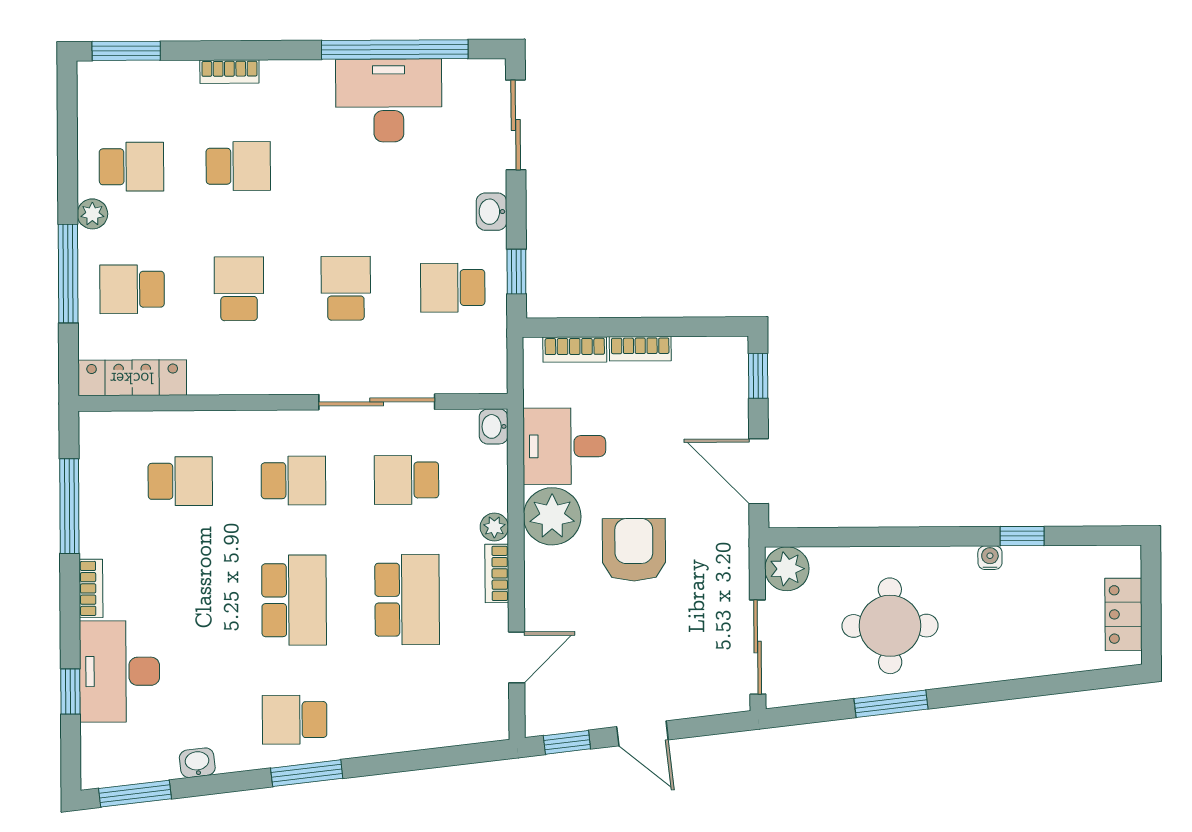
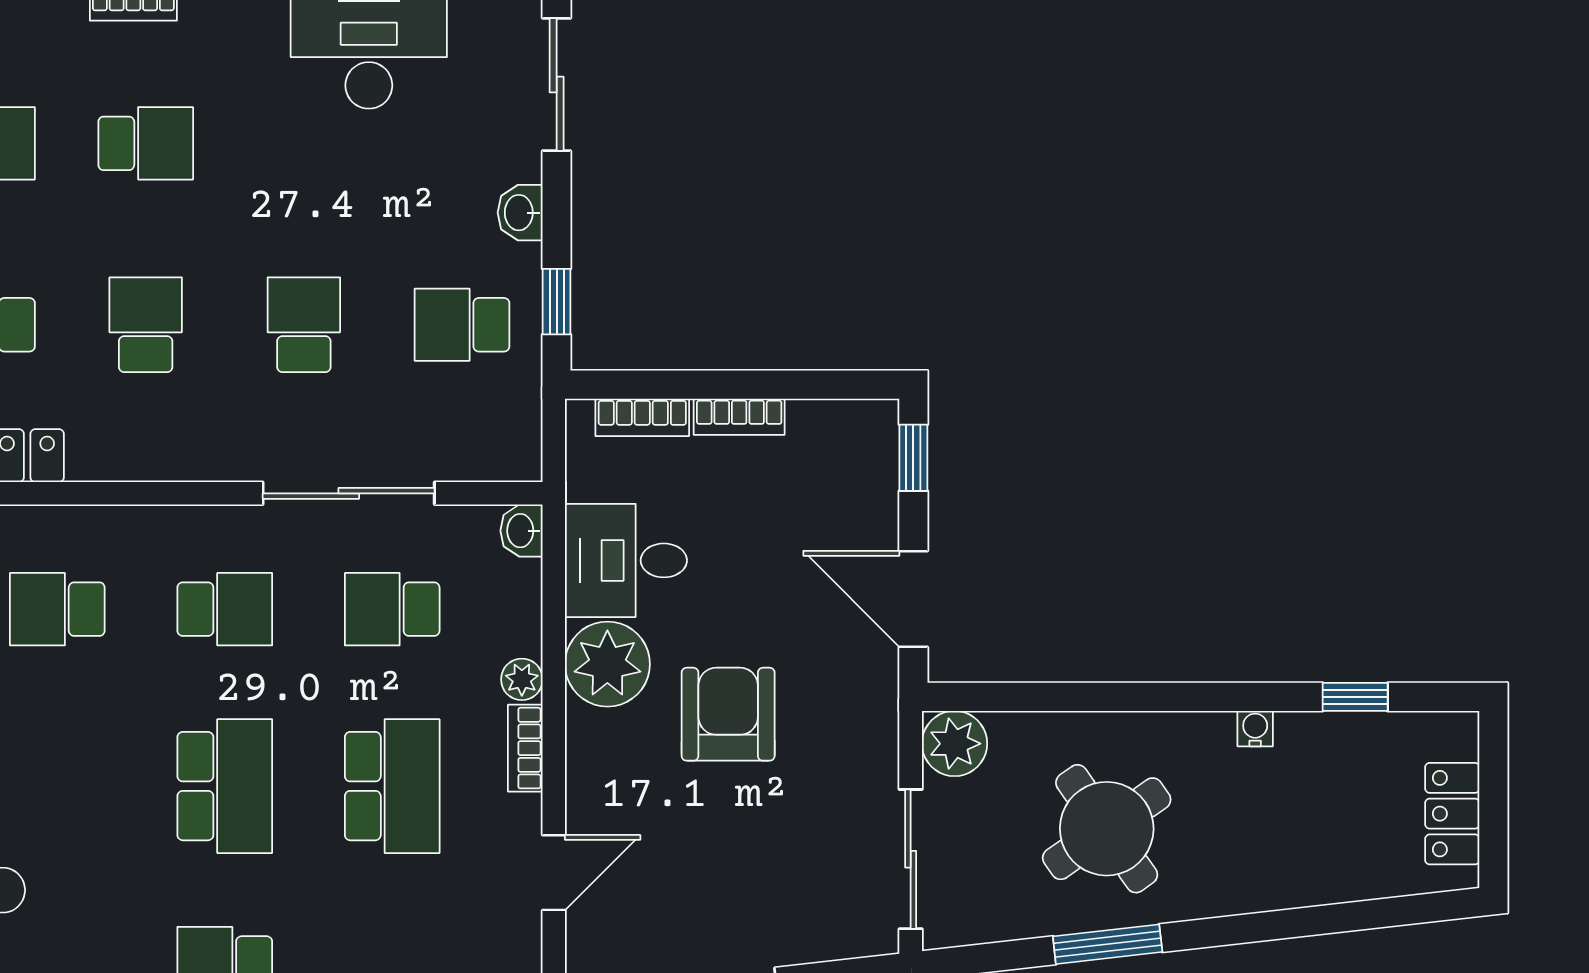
school desk: (180, 481) -> (57, 609), turned 180
window: (1022, 536) -> (1355, 697), moved
round table: (890, 626) -> (1107, 829), turned -35

